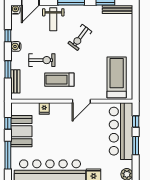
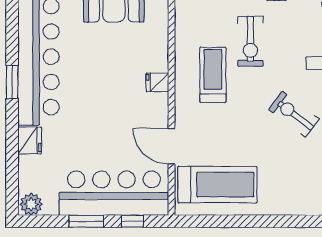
door: (81, 101) -> (172, 146), moved
fridge: (44, 108) -> (157, 82), moved

